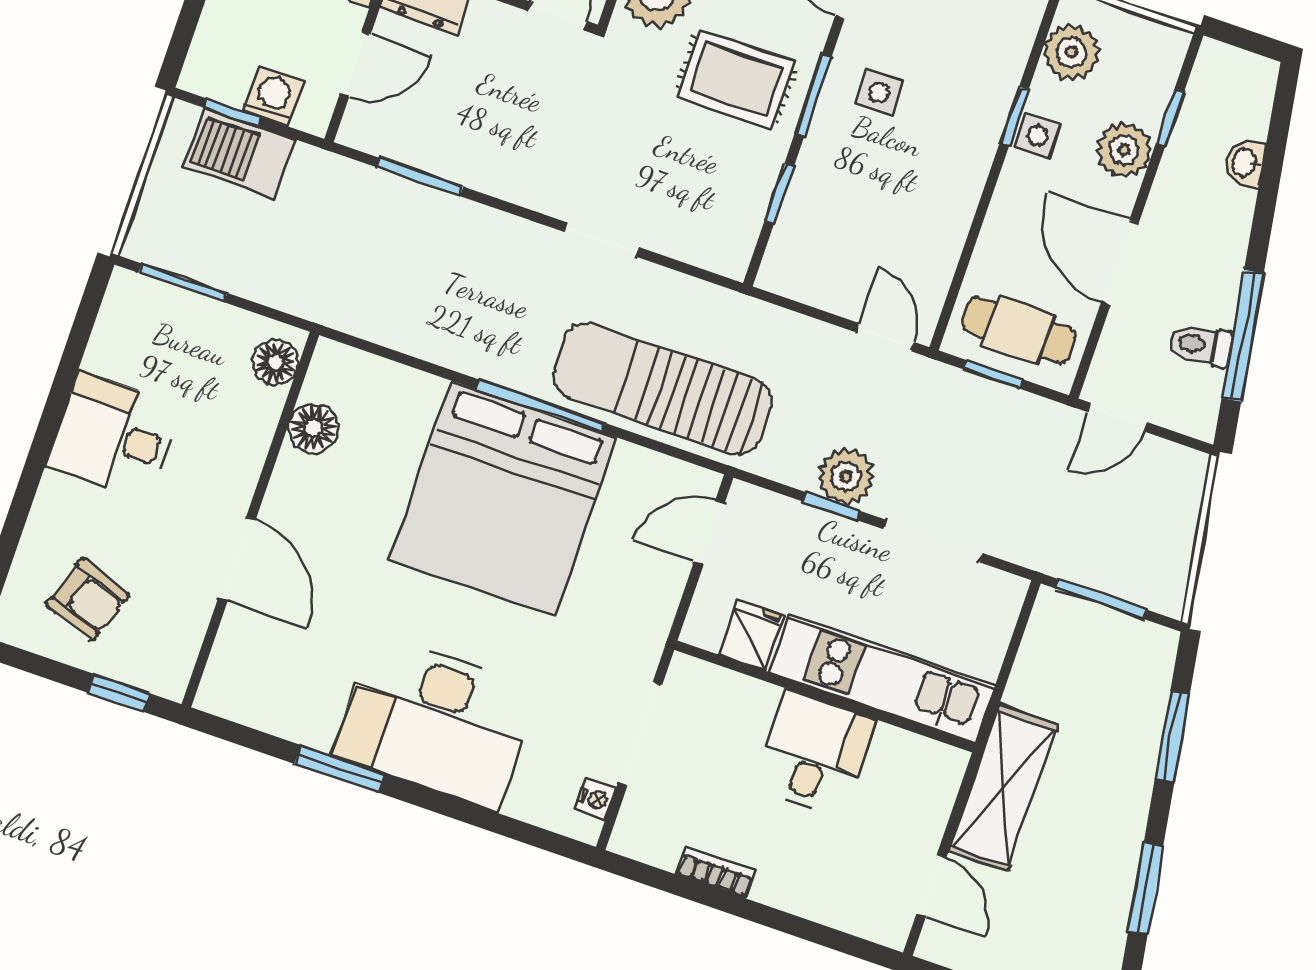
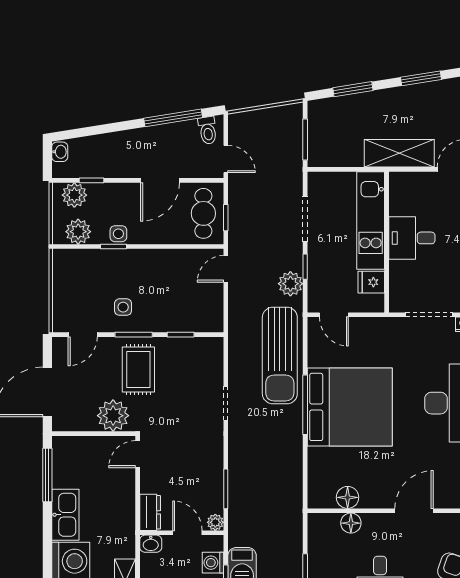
plant: (357, 131) -> (215, 522), added
plant: (1124, 150) -> (74, 195), moved
washbasin: (1245, 163) -> (60, 152), moved, turned -81
toilet: (1201, 345) -> (208, 130), moved
floor lamp: (275, 362) -> (351, 523), moved
plant: (846, 477) -> (290, 284), moved

